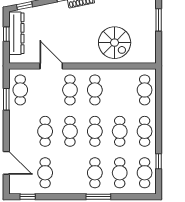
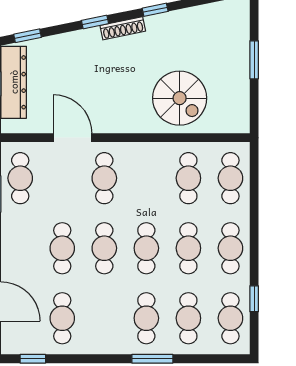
cafe table: (95, 90) -> (188, 178), moved

